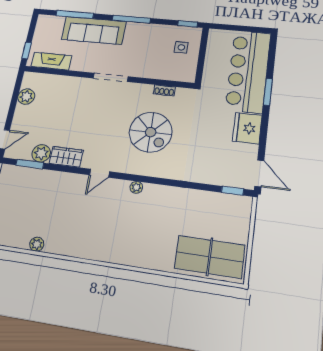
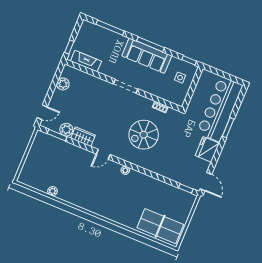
sofa: (94, 30) -> (147, 56), moved
spiral stairs: (151, 132) -> (144, 135), turned 90

